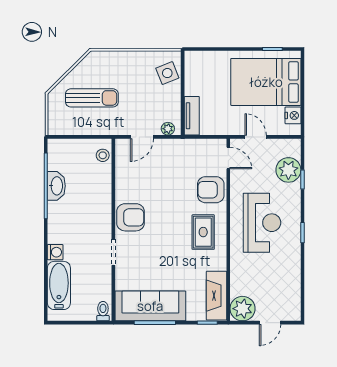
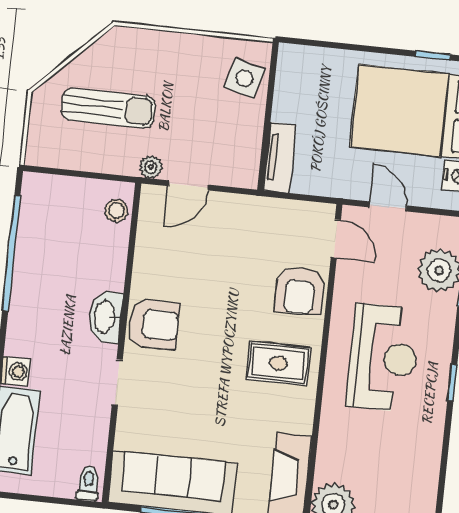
side table: (167, 73) -> (245, 78), turned 38
plant: (168, 129) -> (151, 167), moved
washbasin: (56, 186) -> (106, 317), moved, turned 180
armchair: (211, 190) -> (299, 291), turned -90
rug: (203, 232) -> (278, 363), turned 90

